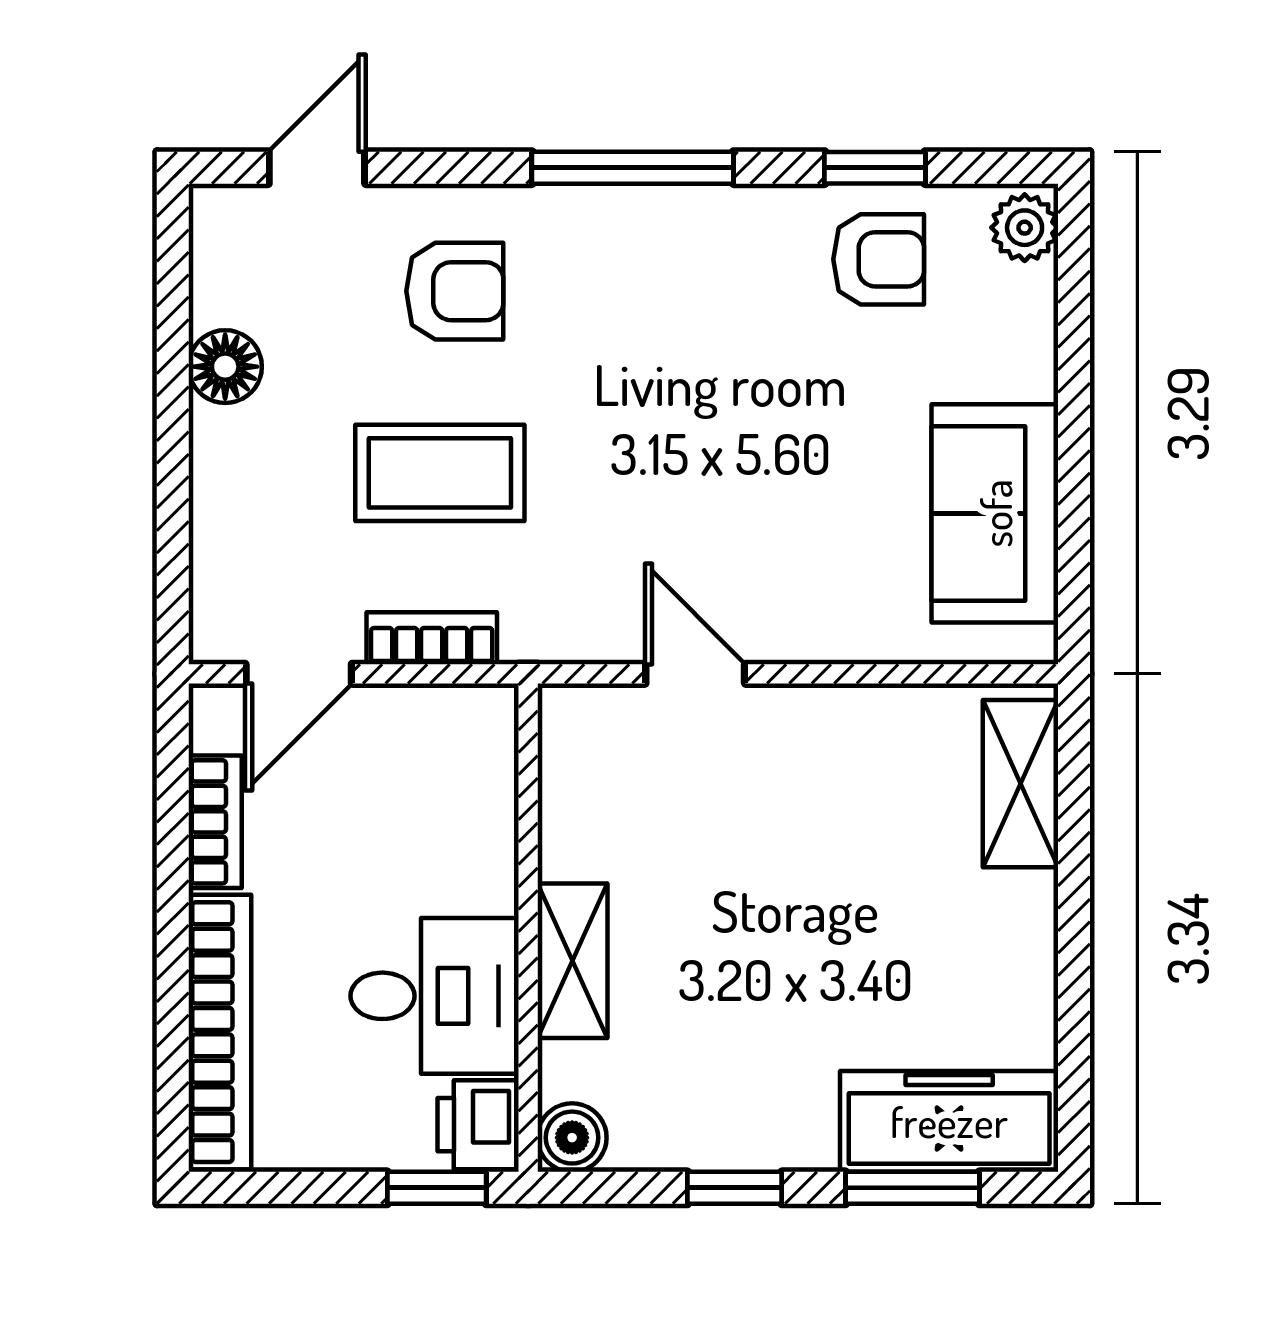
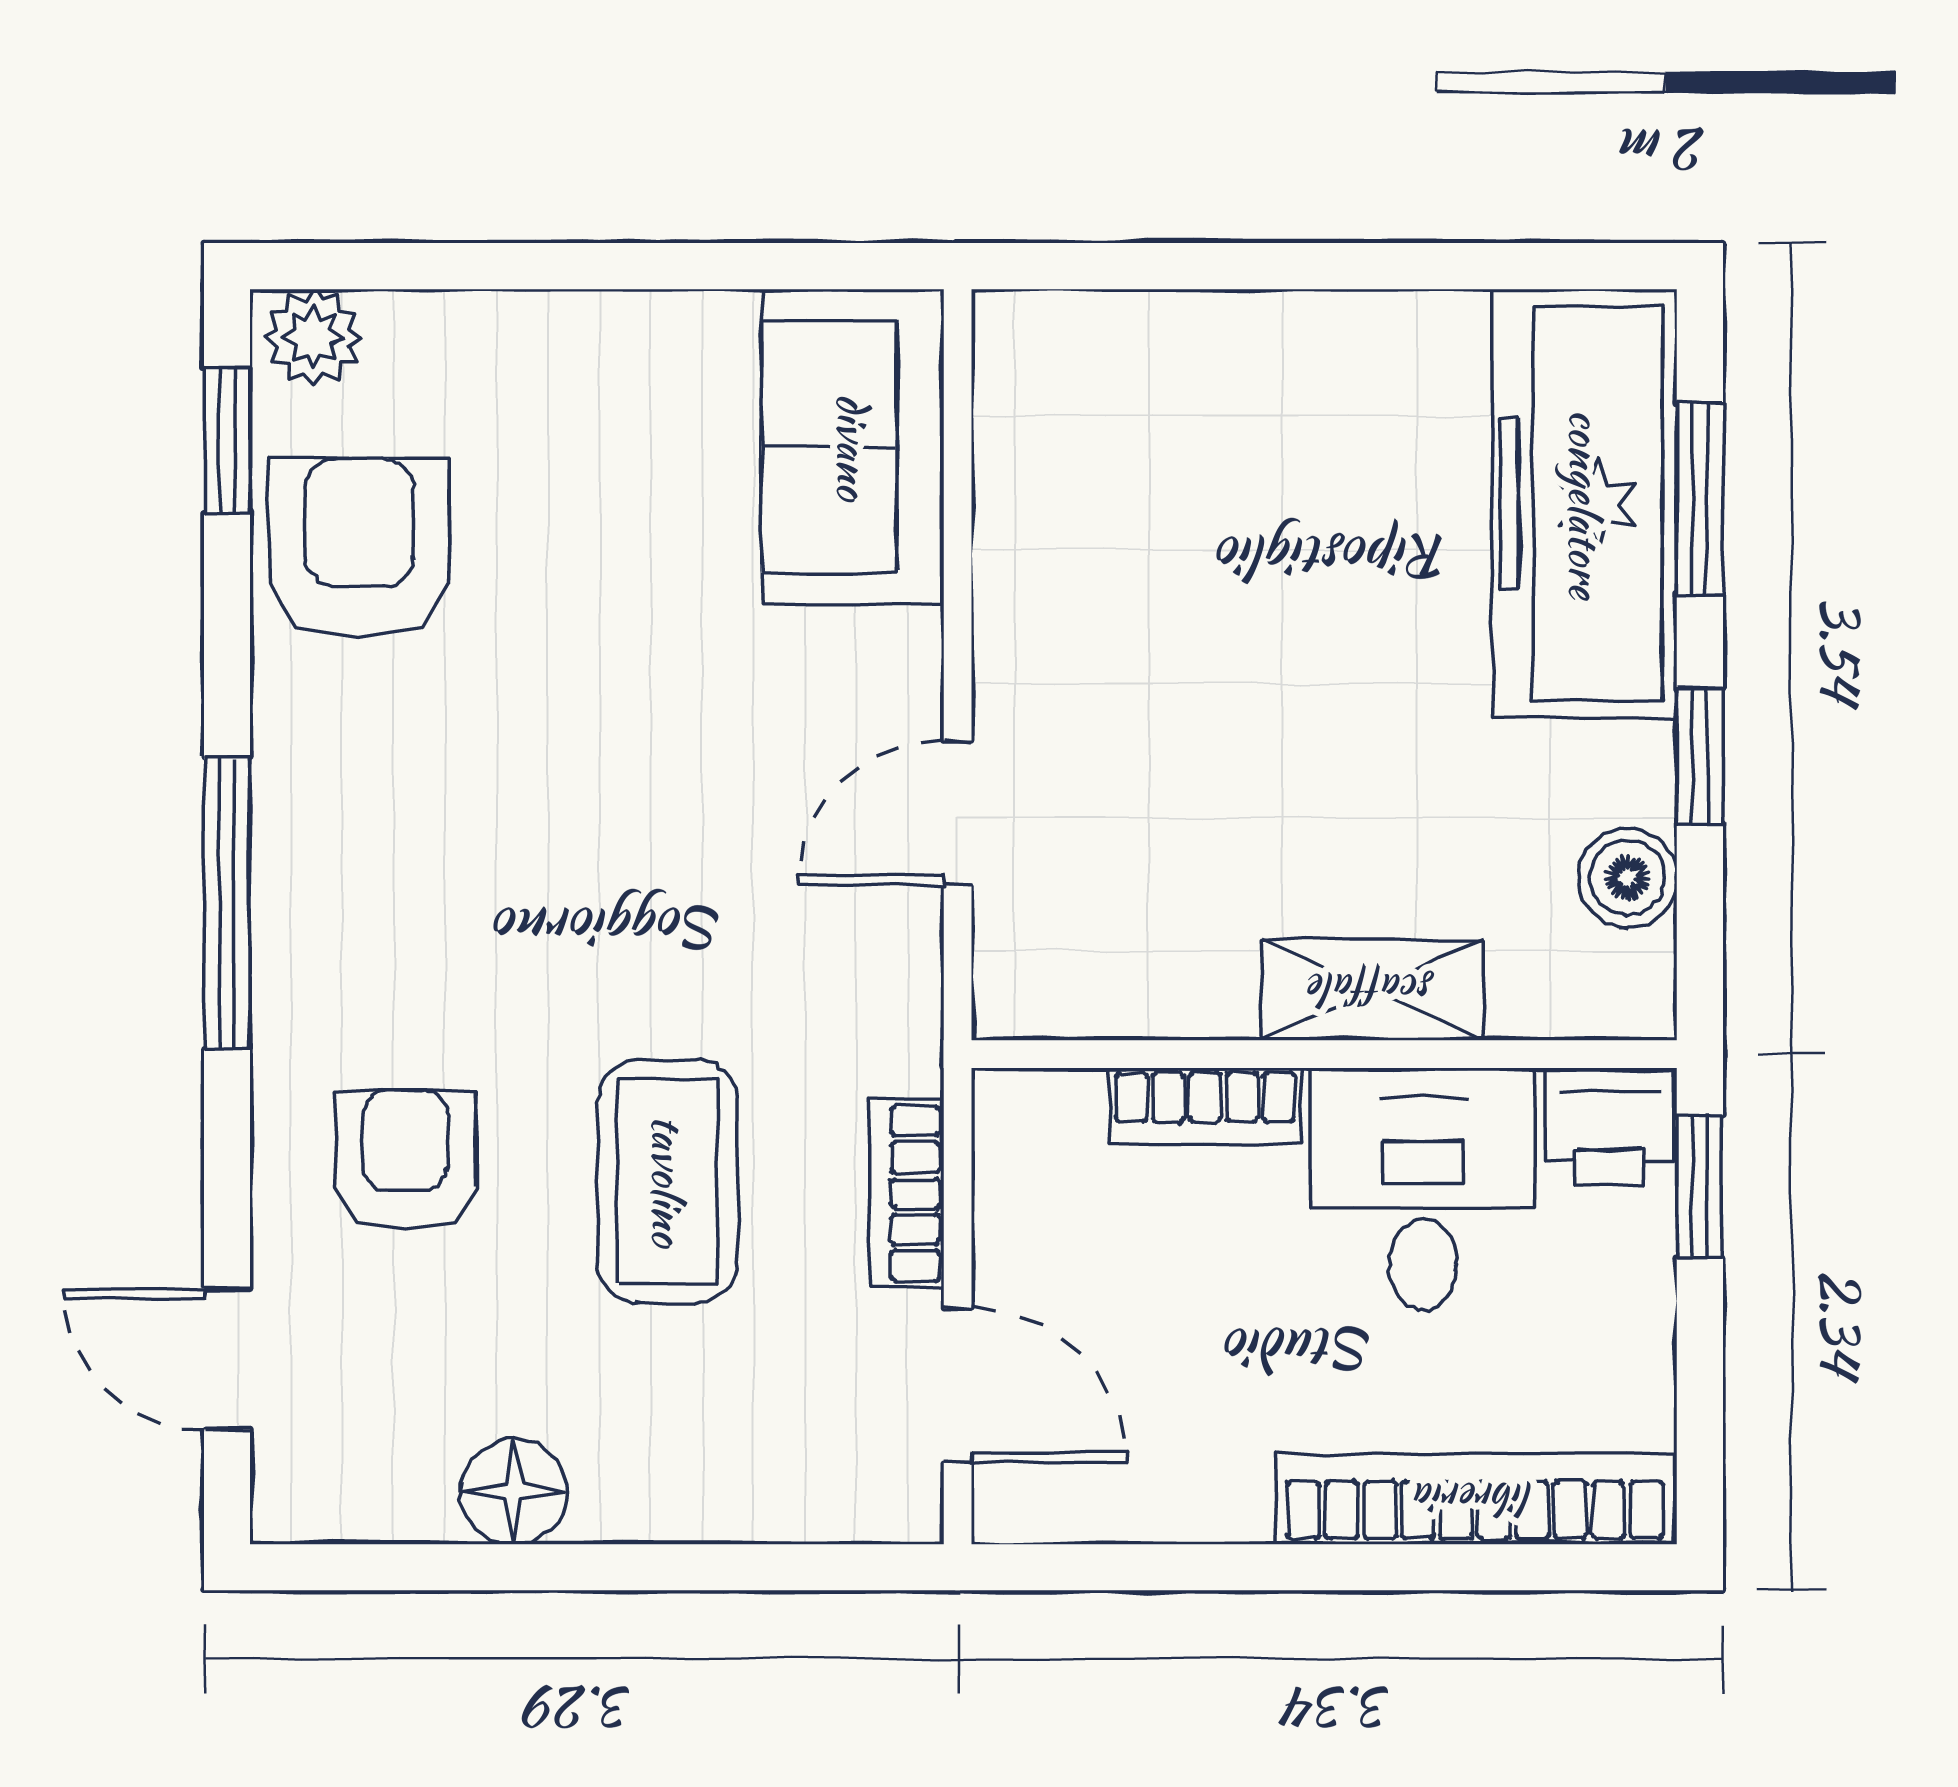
window: (875, 168) -> (227, 440), moved
armchair: (879, 259) -> (359, 548), width x1.38, depth x1.38
sofa: (995, 513) -> (853, 447), moved, turned 90
shelving: (1020, 784) -> (1116, 343), removed
bookcase: (215, 822) -> (1205, 1106), moved, turned 180
freezer: (949, 1121) -> (1585, 504), width x1.36, depth x1.26
boiler: (572, 1138) -> (1627, 878), moved

